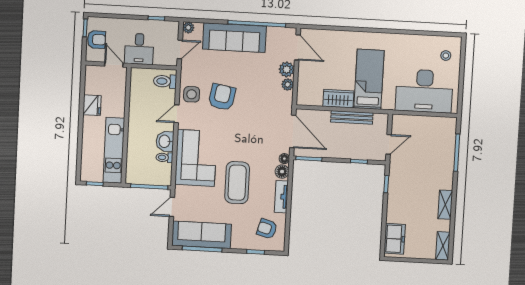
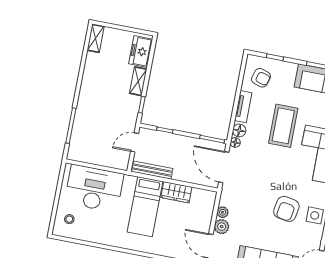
bench: (352, 117) -> (152, 170), moved
shelving: (445, 205) -> (138, 81), moved

